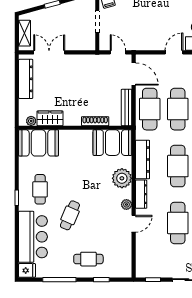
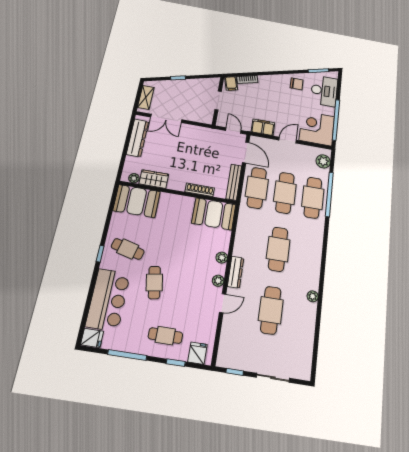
filing cabinet: (147, 43) -> (263, 127), added
double door: (49, 52) -> (166, 118), swing flipped
dresser: (143, 159) -> (242, 236), removed
plant: (122, 178) -> (222, 258), width x0.53, depth x0.53
cafe table: (40, 189) -> (128, 249), turned -76
cafe table: (70, 215) -> (154, 282), turned -33
fridge: (119, 269) -> (197, 353), added

